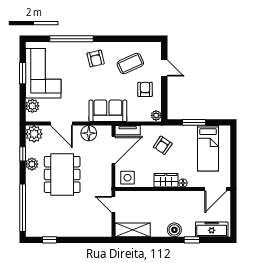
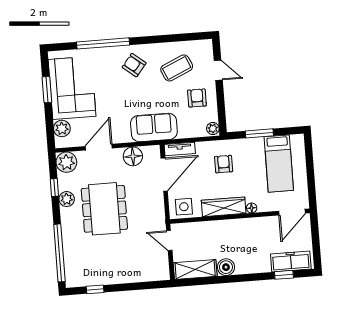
armchair: (96, 59) -> (134, 65), turned 142
door: (61, 124) -> (99, 147), swing flipped
armchair: (163, 145) -> (224, 164), turned 146
wardrobe: (166, 180) -> (224, 207), width x1.50
boiler: (174, 230) -> (226, 267), moved
window: (192, 240) -> (284, 275), moved

